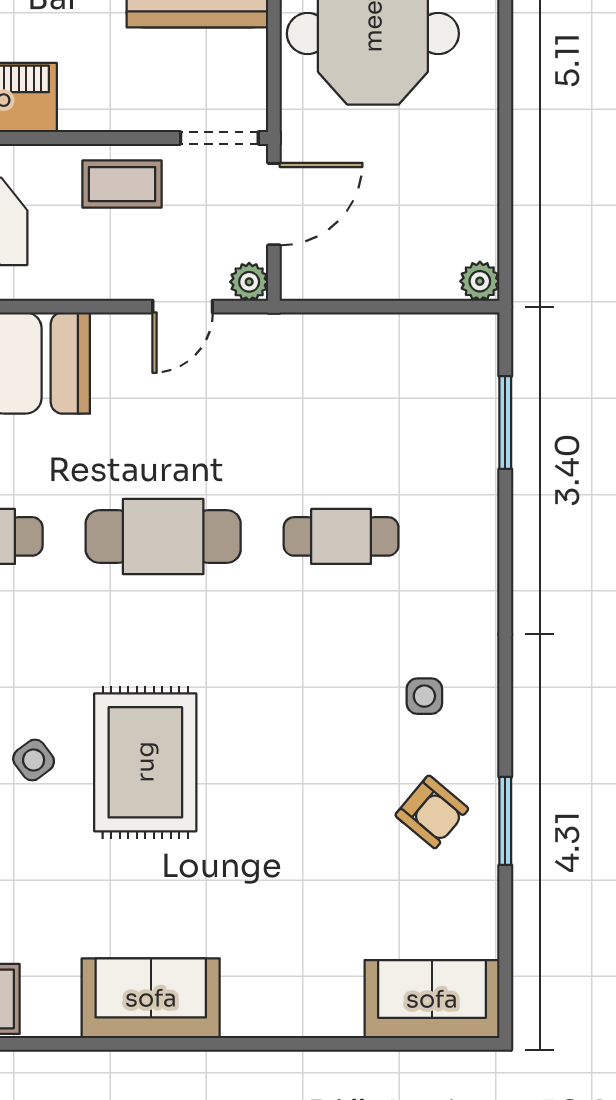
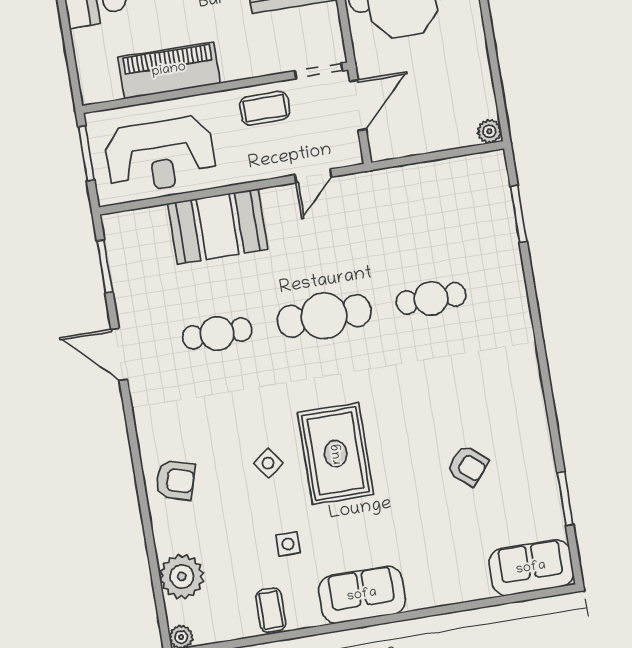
plant: (249, 282) -> (351, 154), removed
side table: (424, 696) -> (288, 544), moved
armchair: (432, 812) -> (468, 466), moved
window: (505, 821) -> (565, 499), moved

